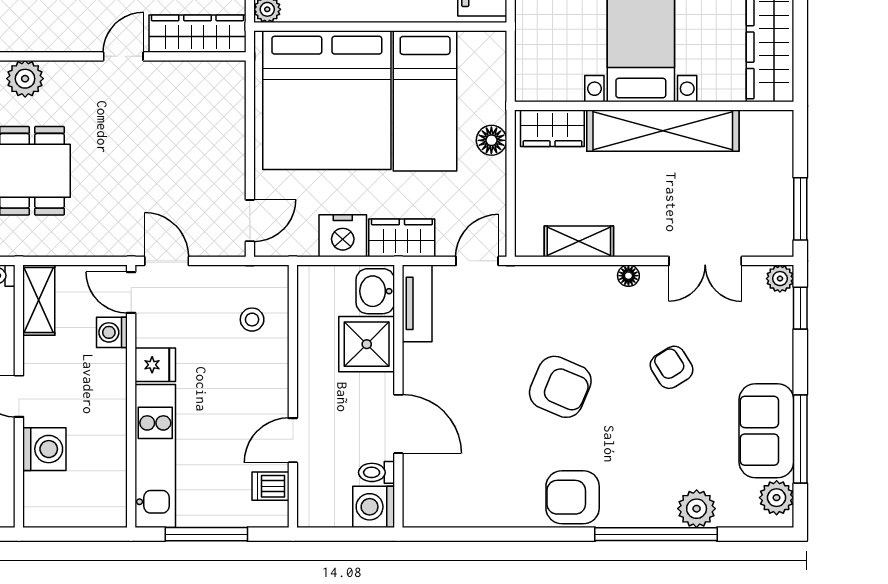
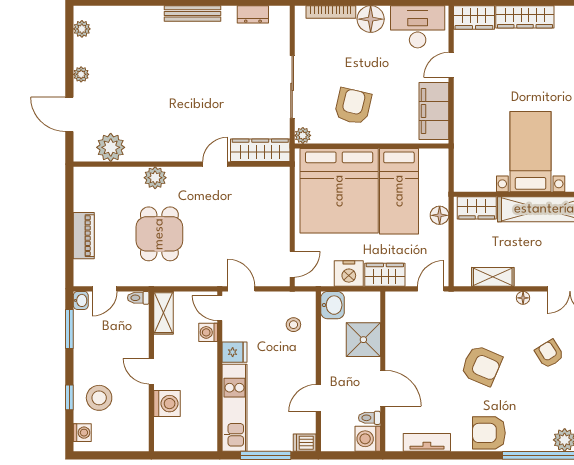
washbasin: (375, 291) -> (332, 305), moved, turned 180
tv unit: (417, 303) -> (427, 442), moved, turned -90
dishwasher: (270, 486) -> (305, 443), moved

